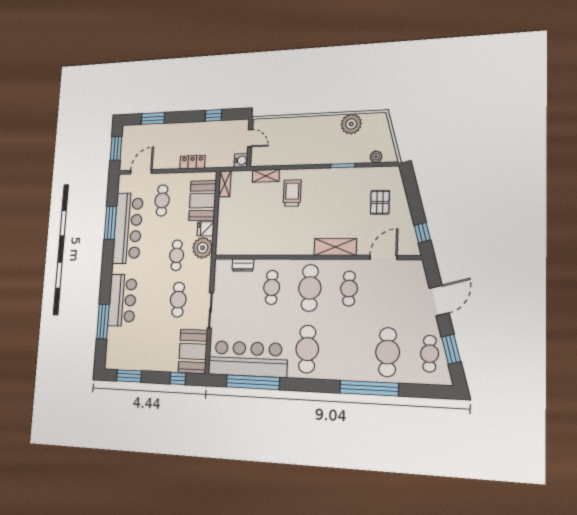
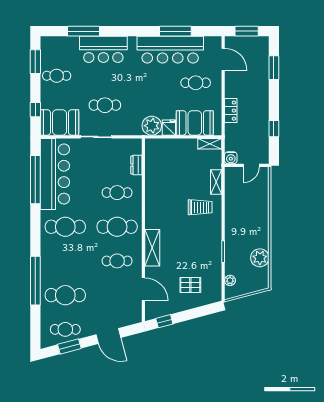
cafe table: (177, 255) -> (57, 76), moved

